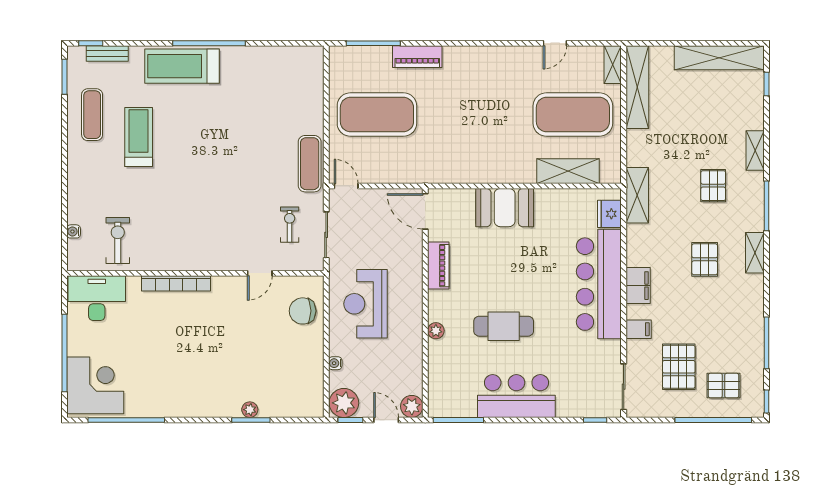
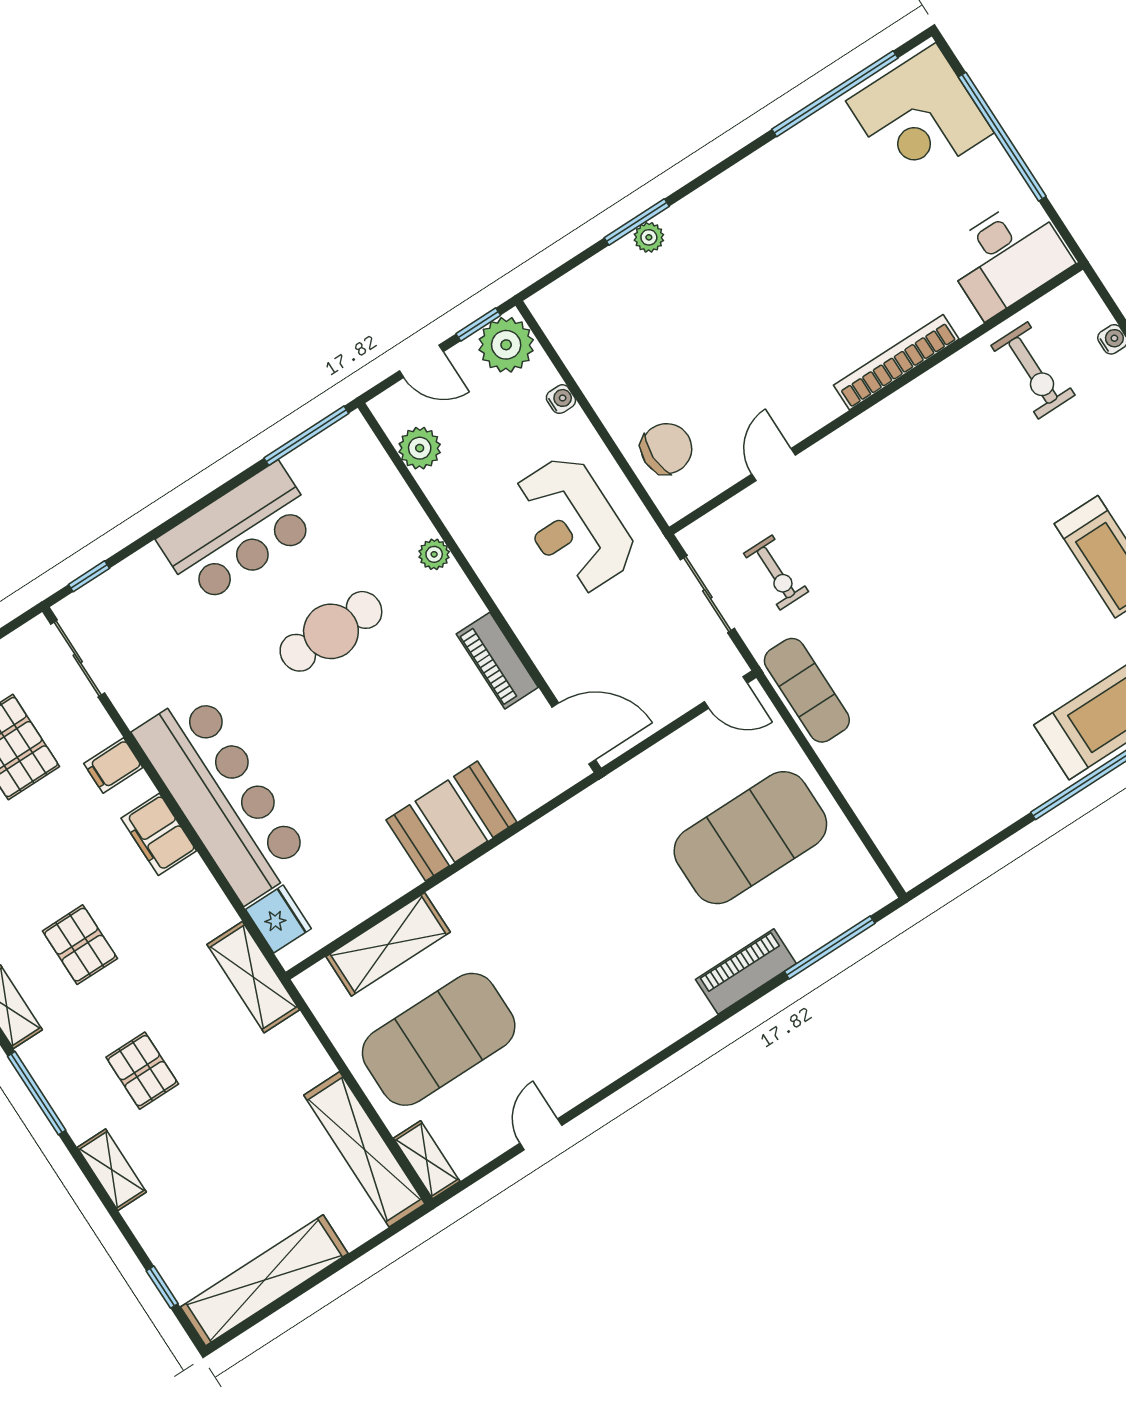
reception desk: (366, 304) -> (574, 525), turned 180
plant: (412, 406) -> (420, 448), moved

